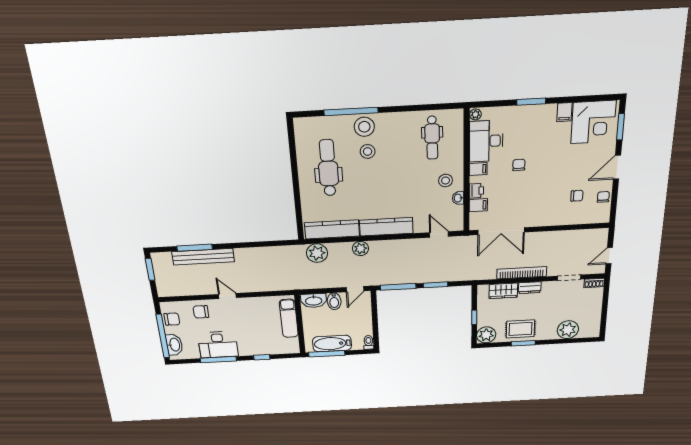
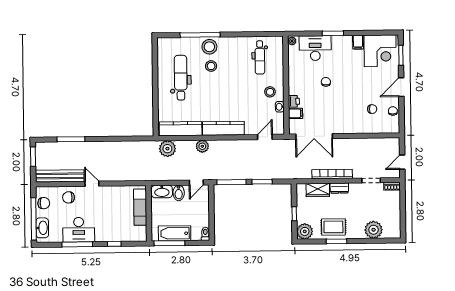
desk: (486, 141) -> (315, 48), moved, turned 90
filing cabinet: (478, 169) -> (295, 84), removed
door: (439, 234) -> (265, 137), hinge flipped
bench: (203, 257) -> (60, 176), moved

